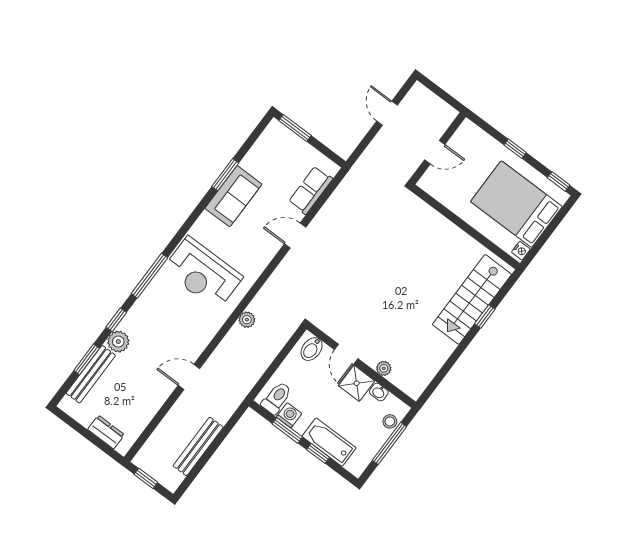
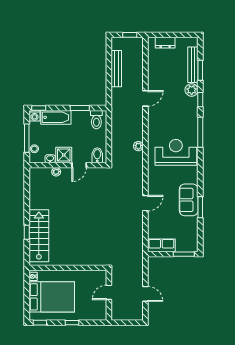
row of seats: (311, 190) -> (161, 245), moved, turned -90
door: (346, 354) -> (79, 165), swing flipped
washing machine: (289, 415) -> (34, 116), moved
window: (318, 453) -> (39, 108), moved

